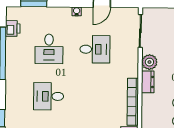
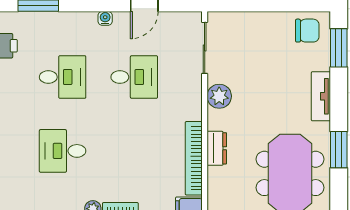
desk: (49, 49) -> (63, 77), turned -90
dresser: (148, 82) -> (217, 148), moved

